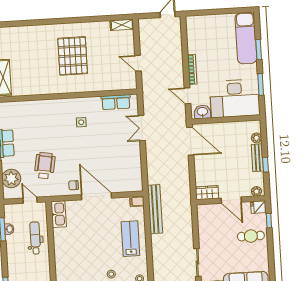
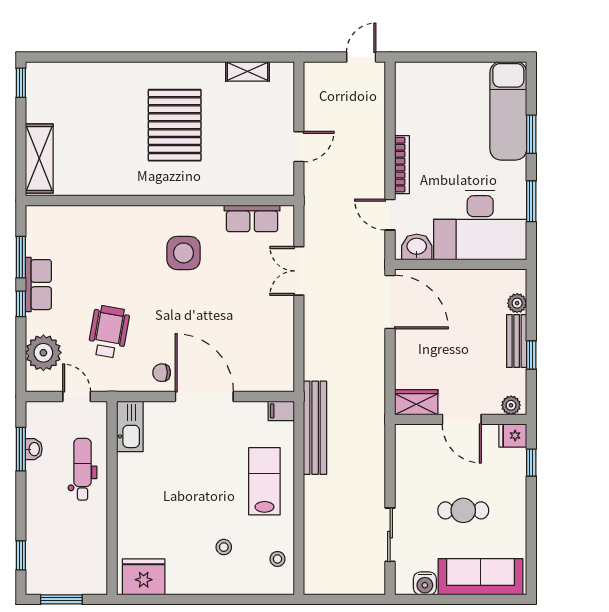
shelving: (122, 25) -> (247, 71), moved
door: (138, 63) -> (299, 147), swing flipped
side table: (81, 122) -> (184, 253), width x1.87, depth x1.87
cafe table: (251, 236) -> (463, 510), moved

